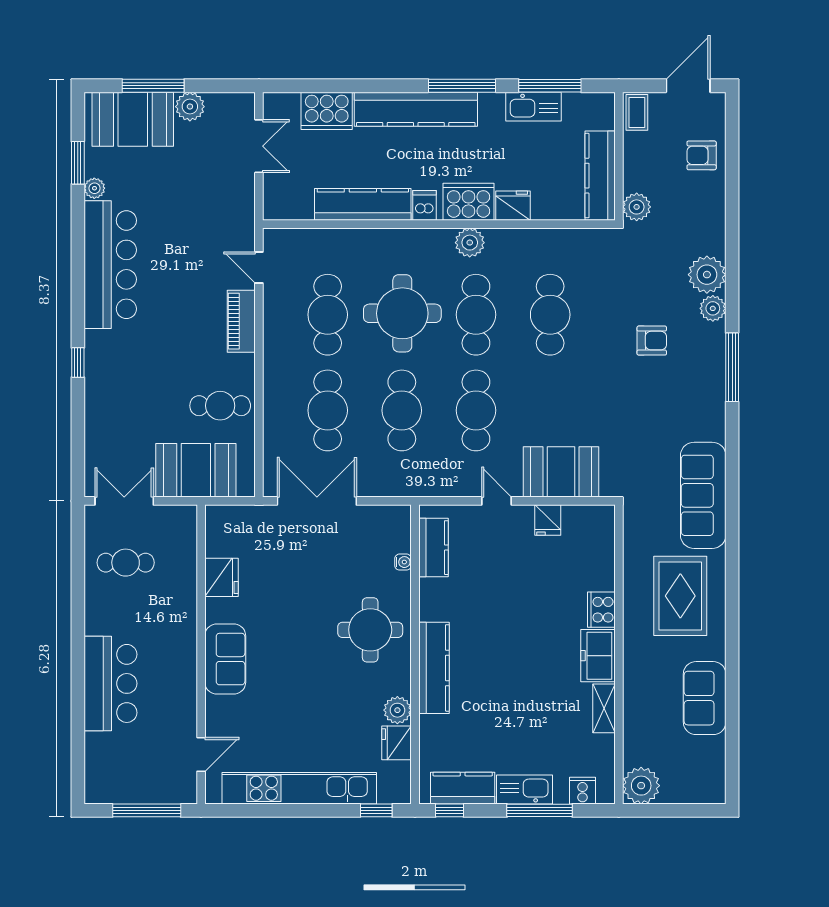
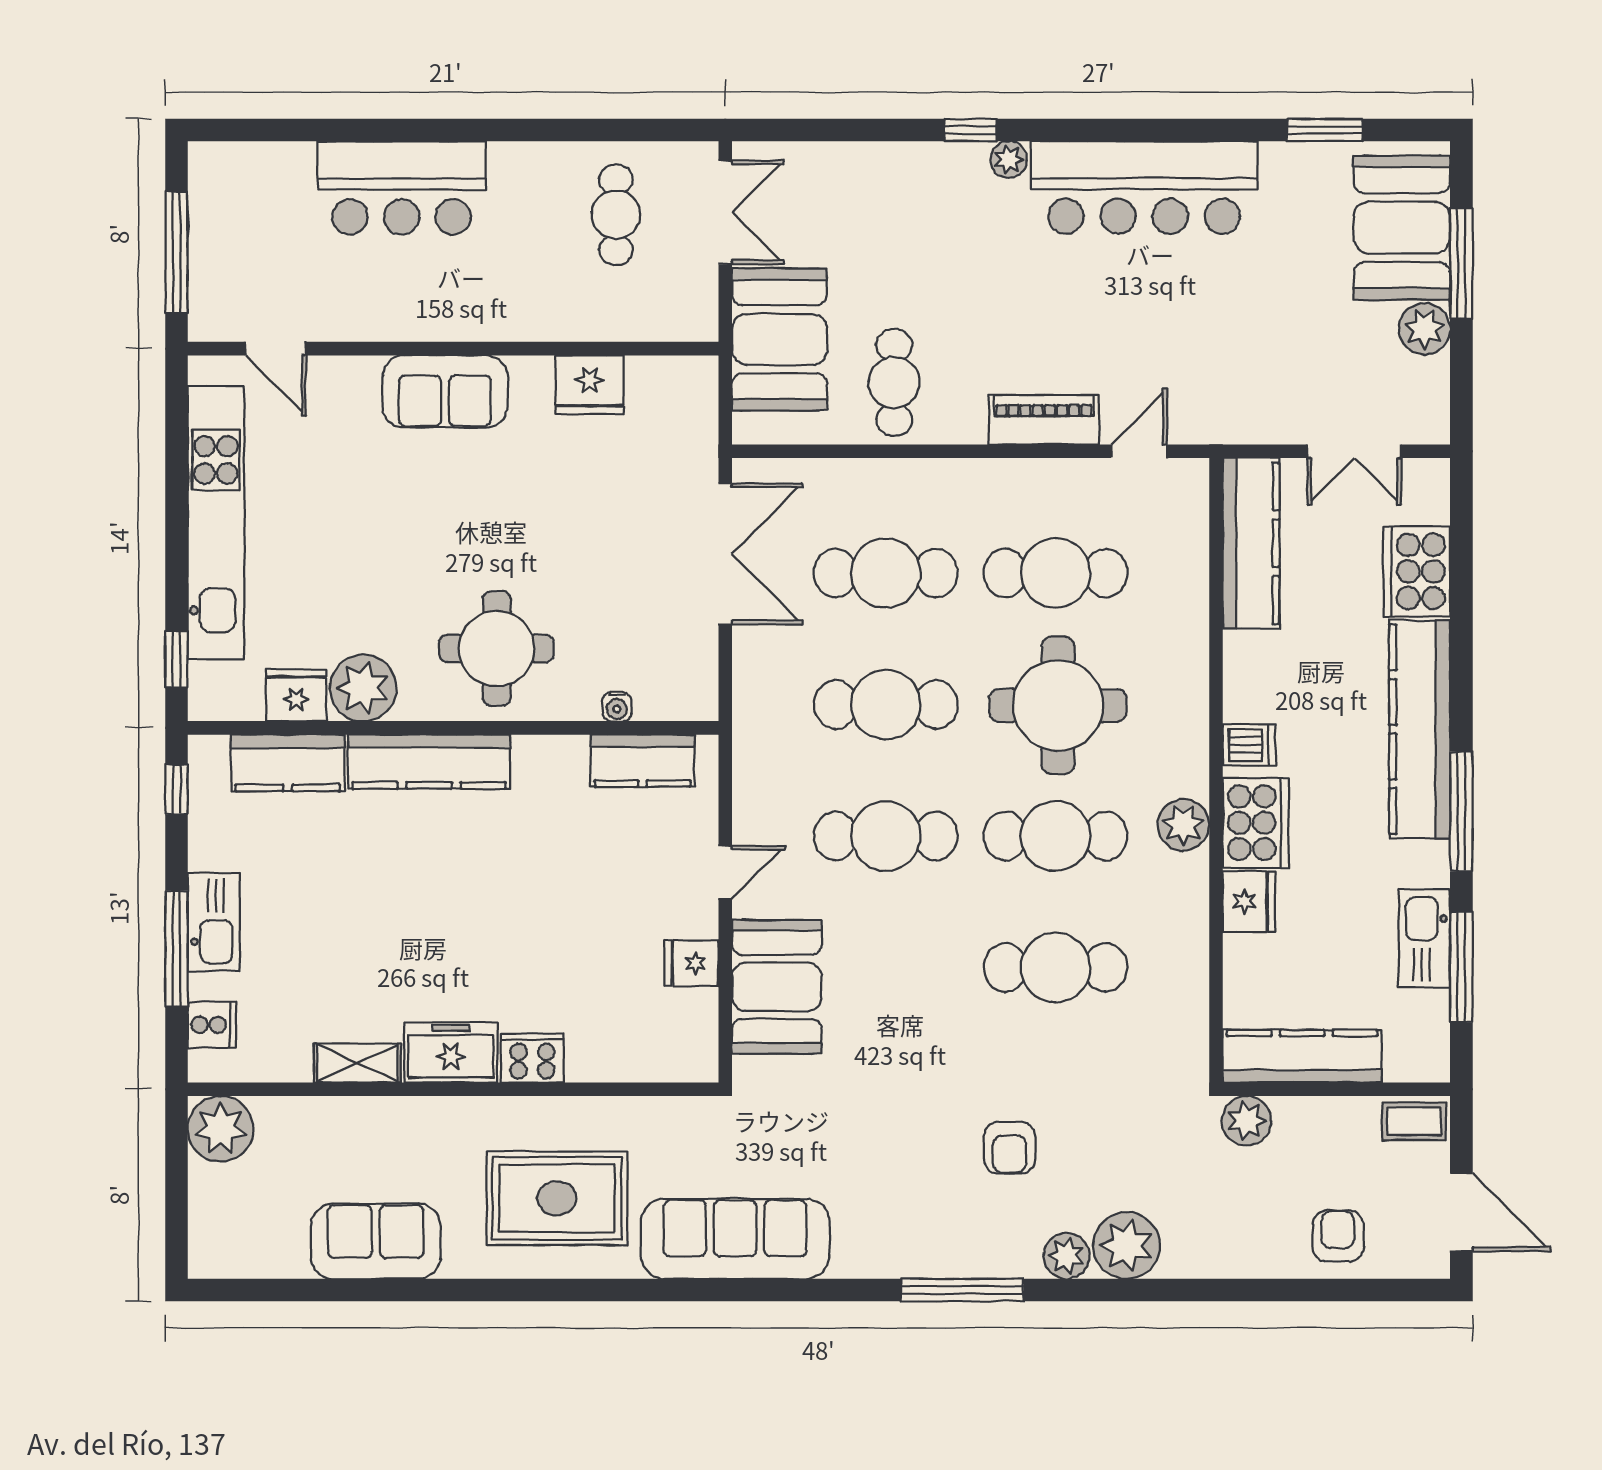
plant: (94, 188) -> (1009, 160), moved
kitchen counter: (363, 204) -> (1251, 543), moved
plant: (397, 710) -> (363, 688), width x1.36, depth x1.36
kitchen counter: (463, 788) -> (288, 763), moved, turned 90

